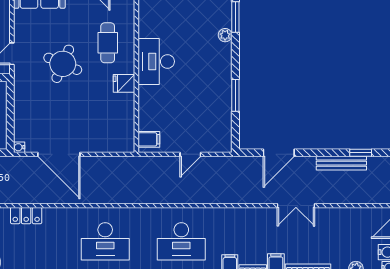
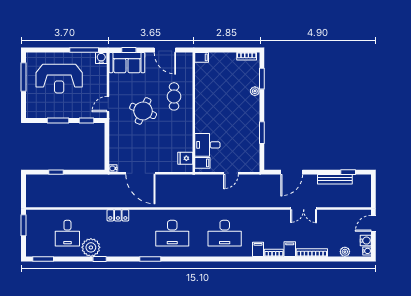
desk: (156, 61) -> (207, 145), moved, width x0.73
fridge: (124, 83) -> (185, 158), moved

